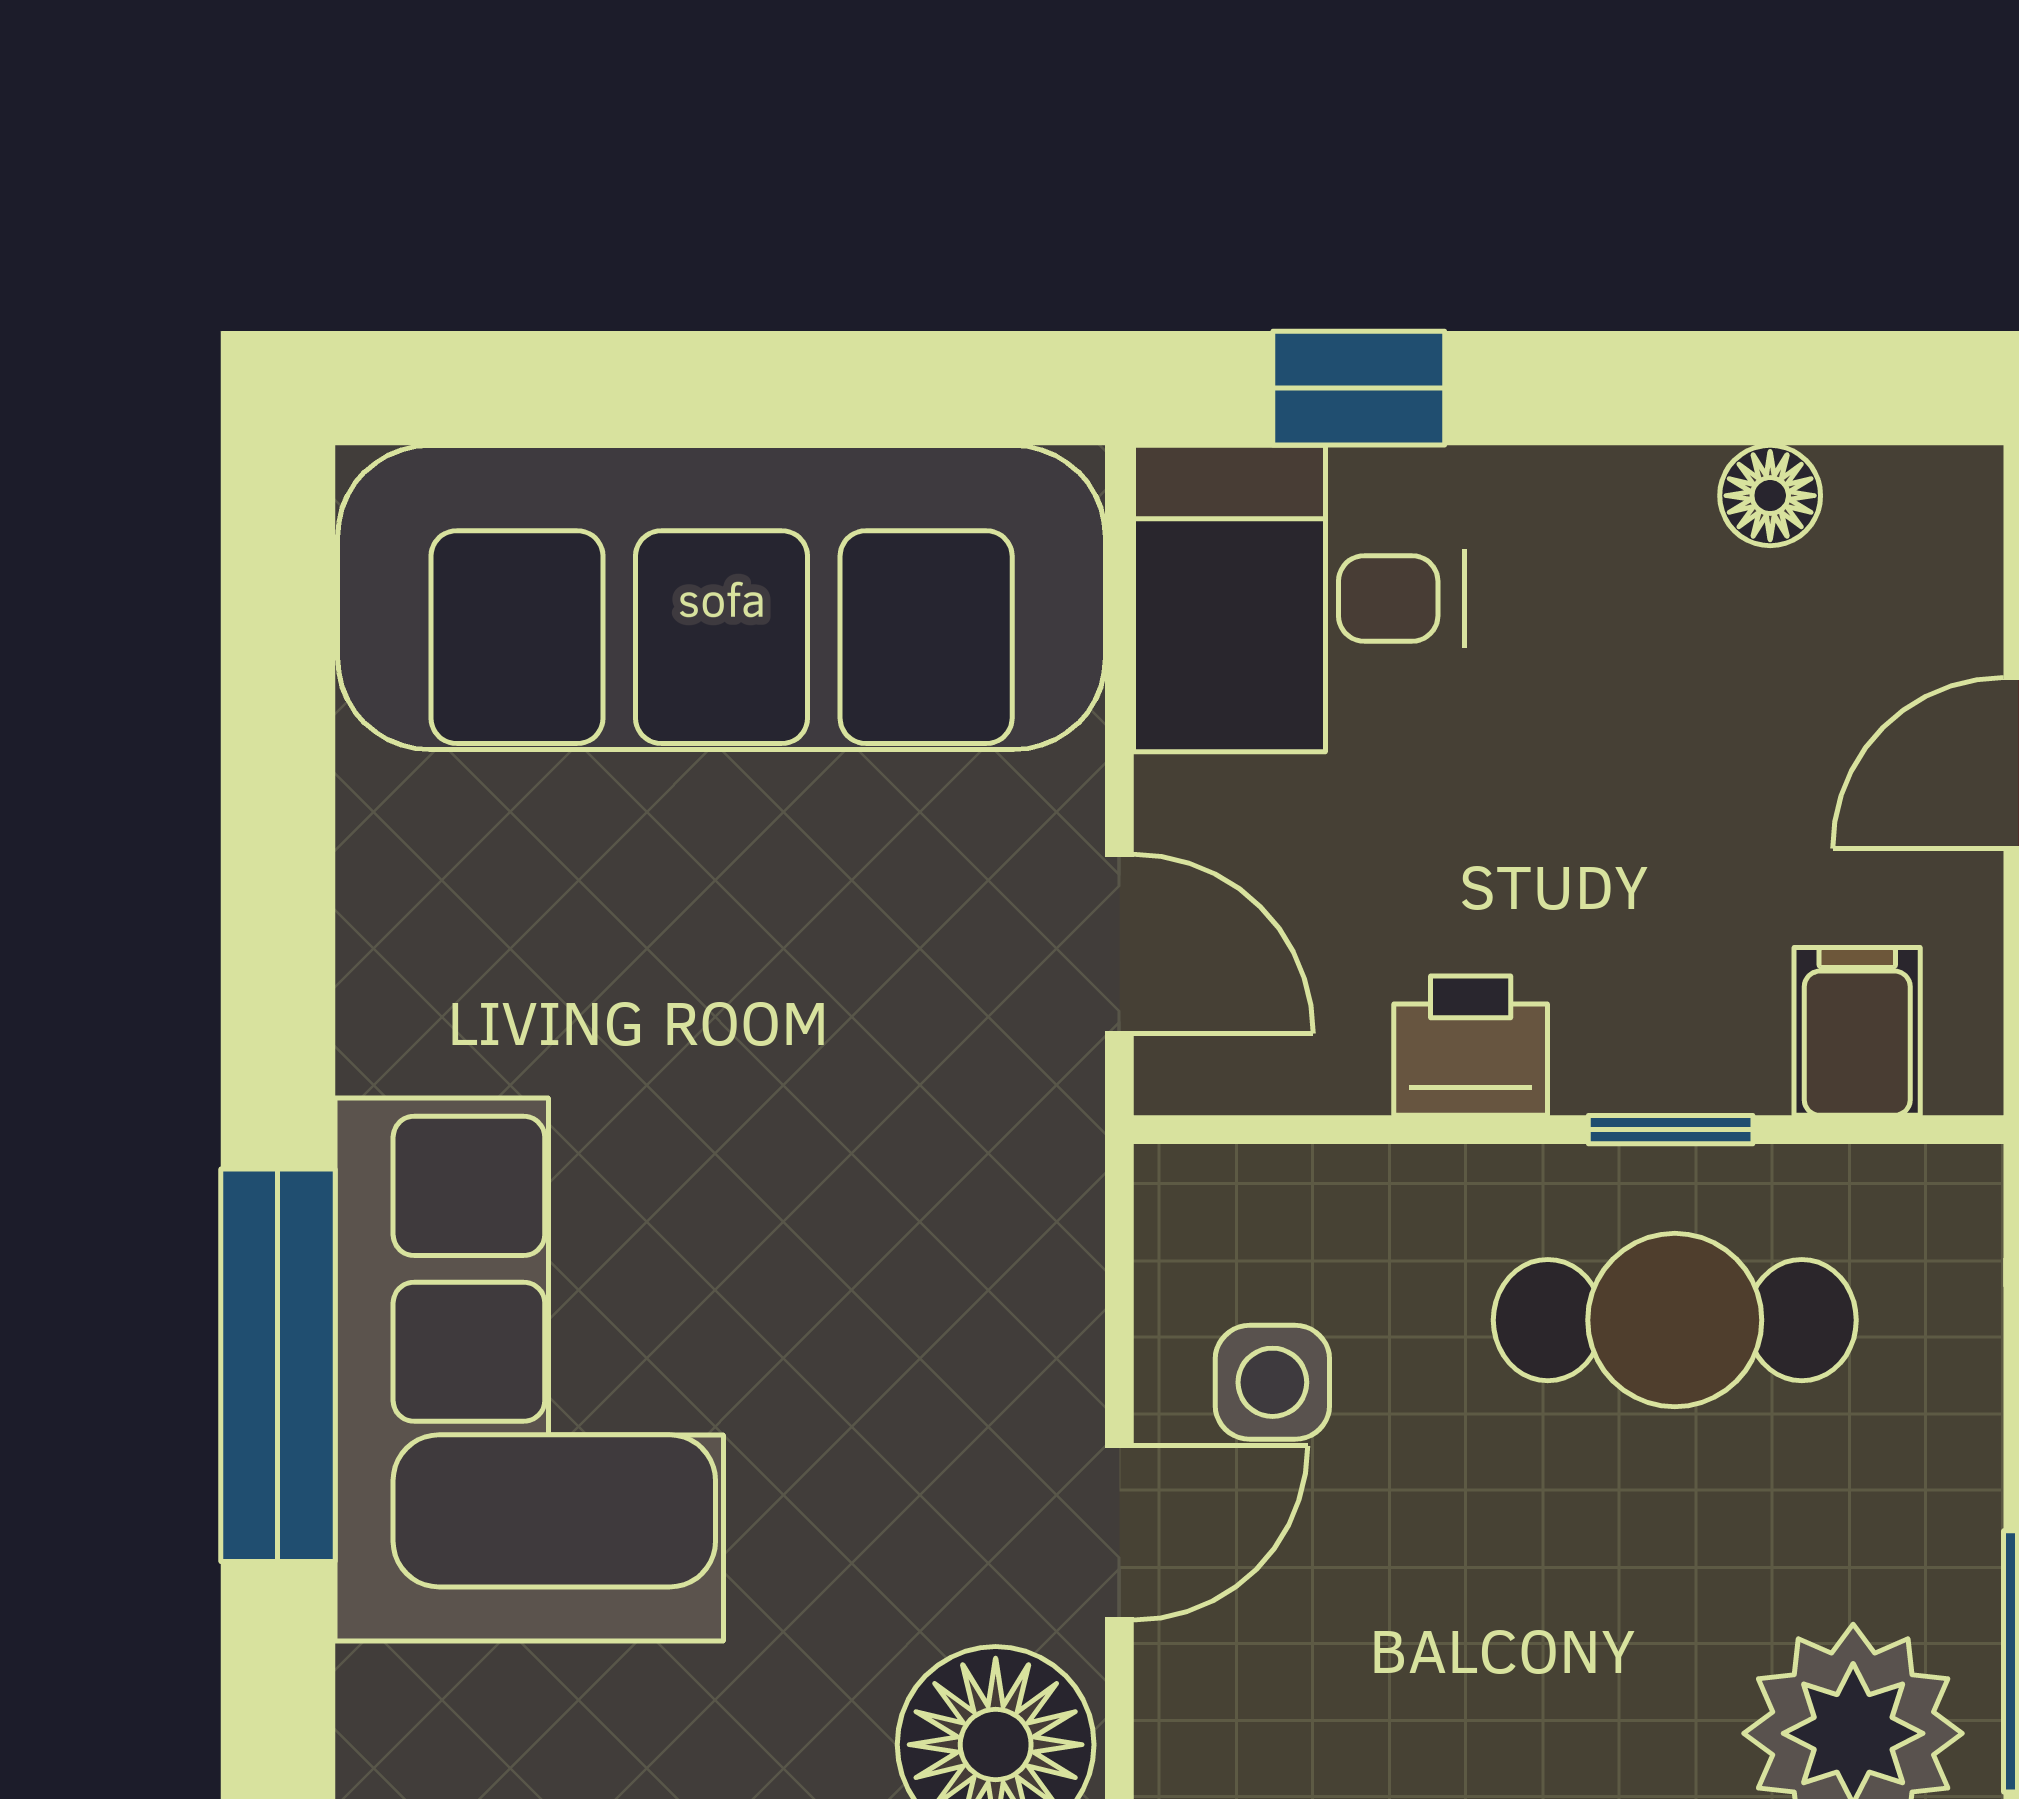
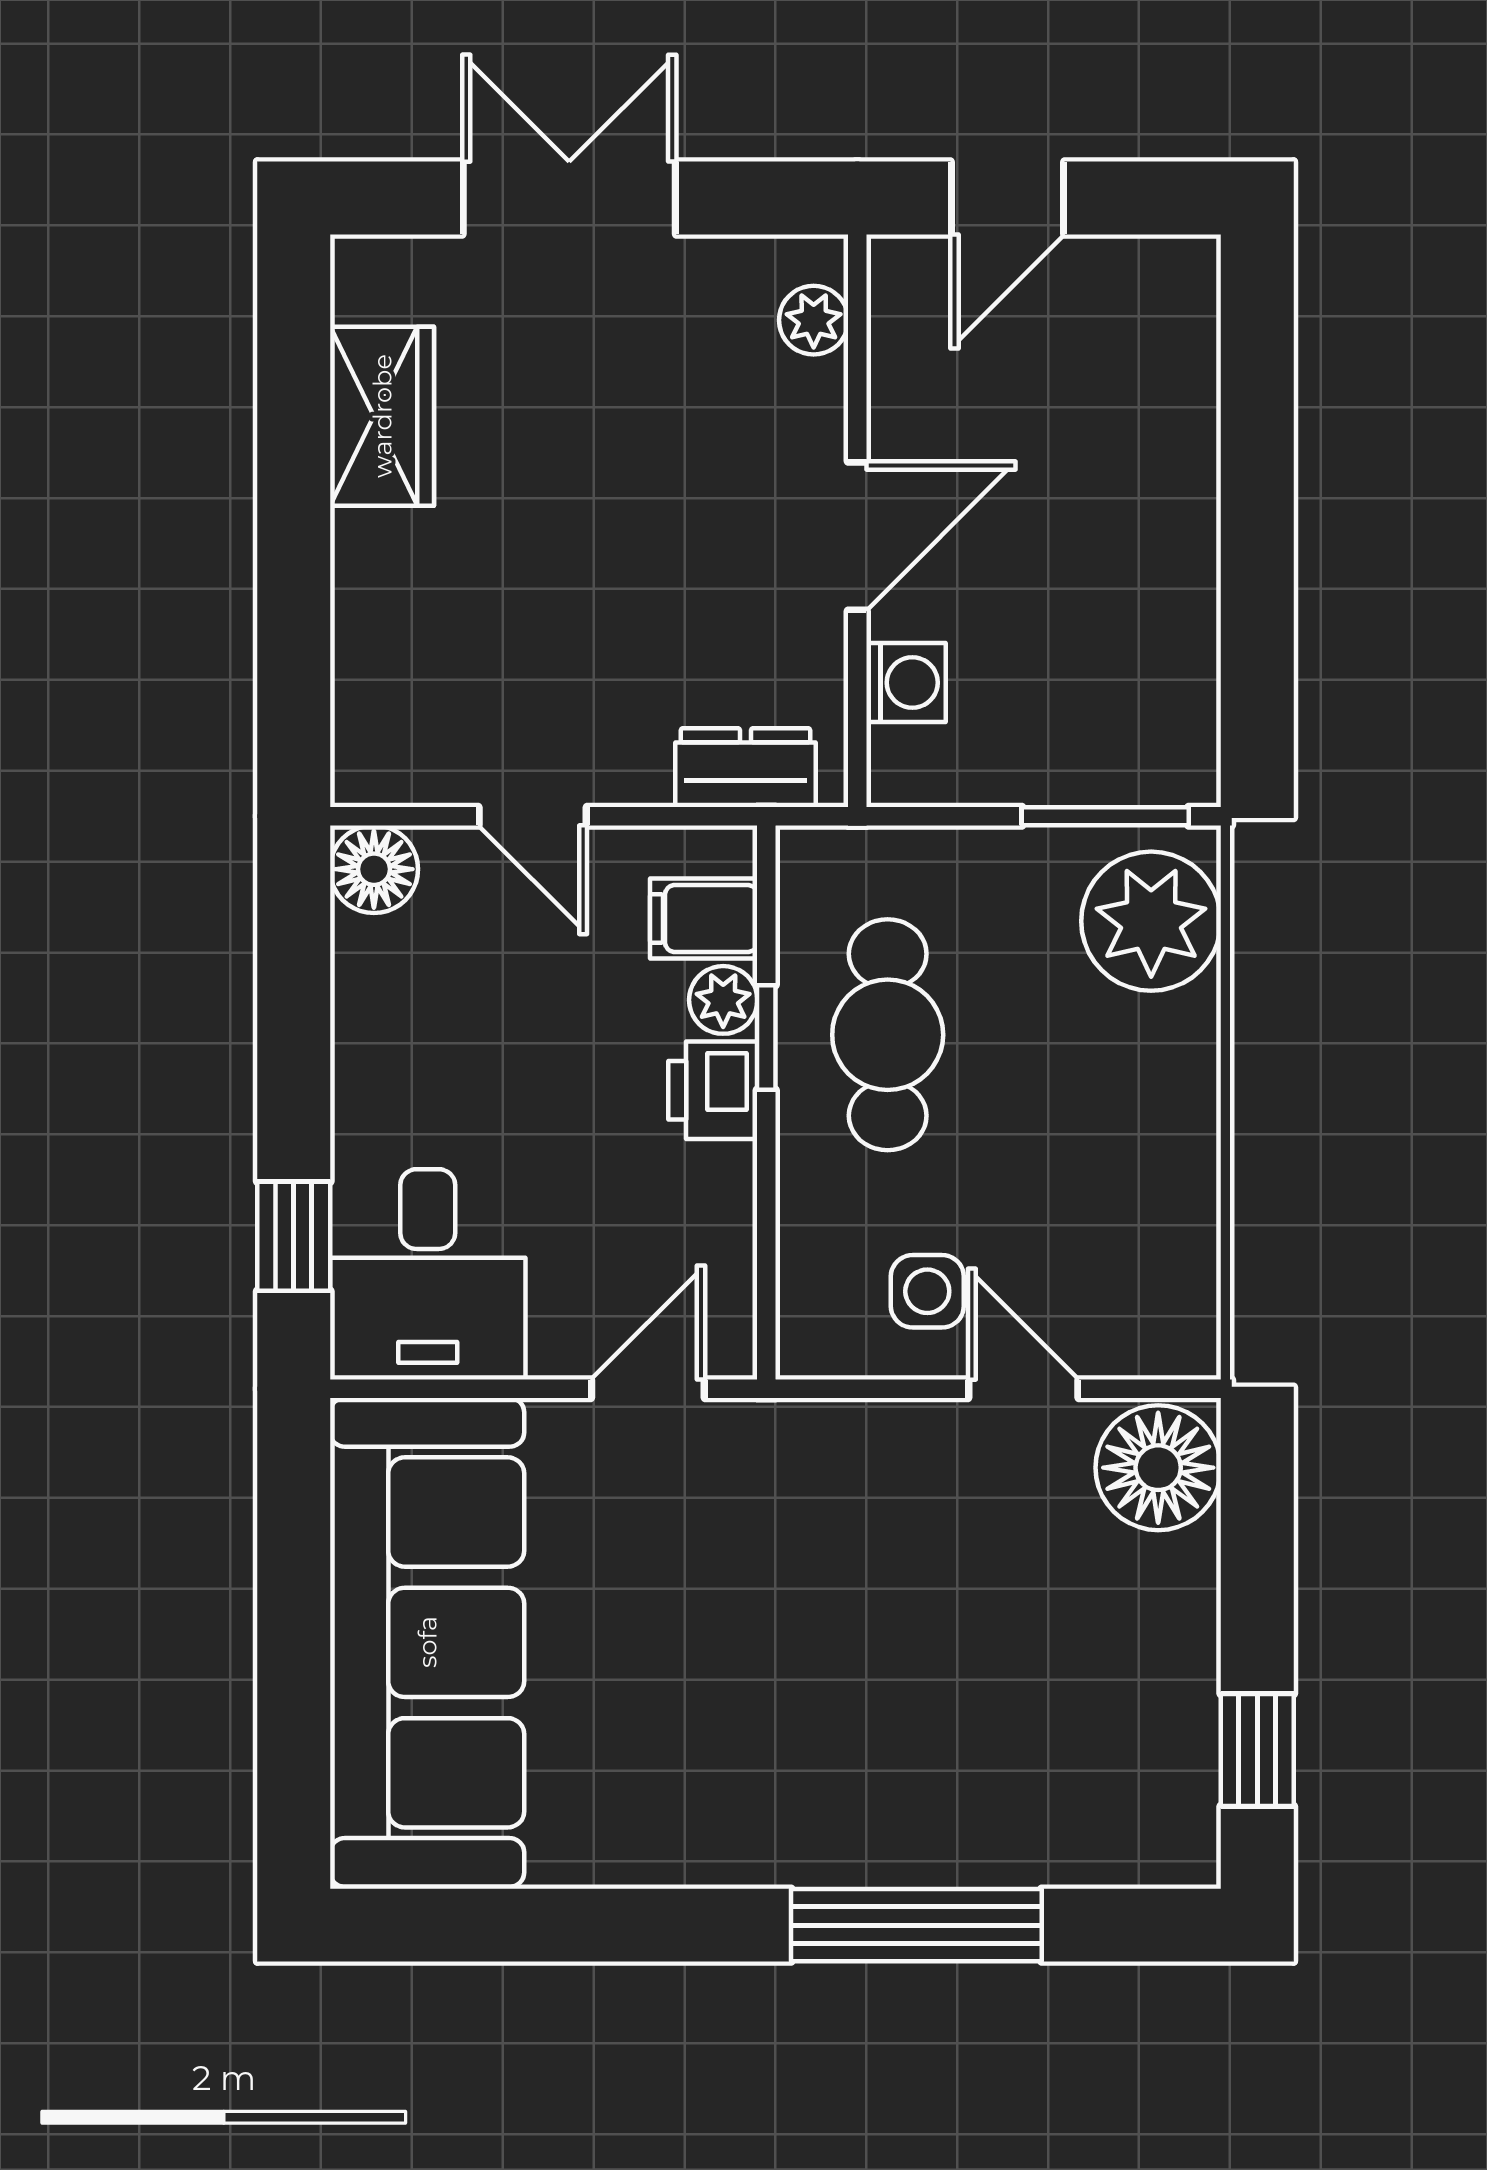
floor lamp: (1770, 496) -> (374, 869), moved, width x1.37, depth x1.37
printer: (1471, 1046) -> (713, 1090), moved
plant: (1729, 1062) -> (723, 1000), added
corner sofa: (529, 1369) -> (919, 1765), removed

